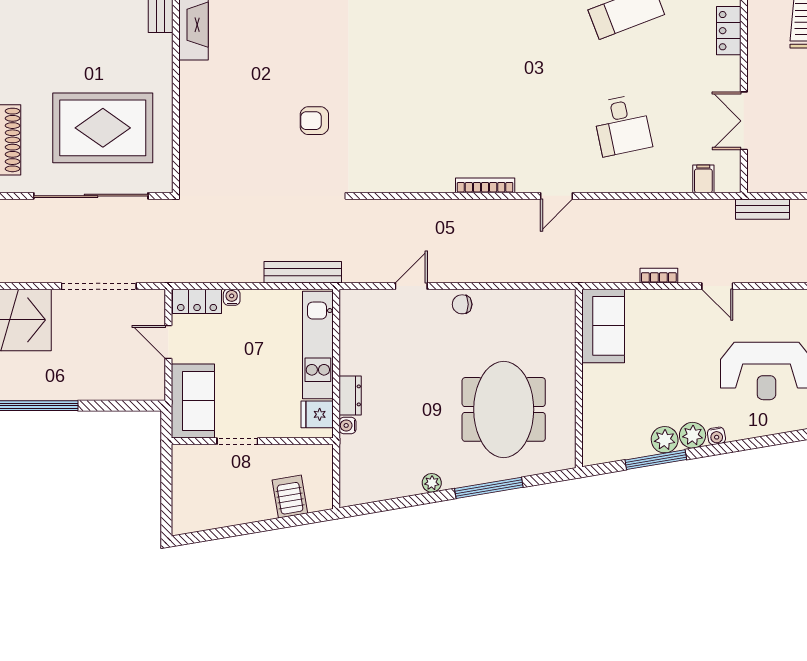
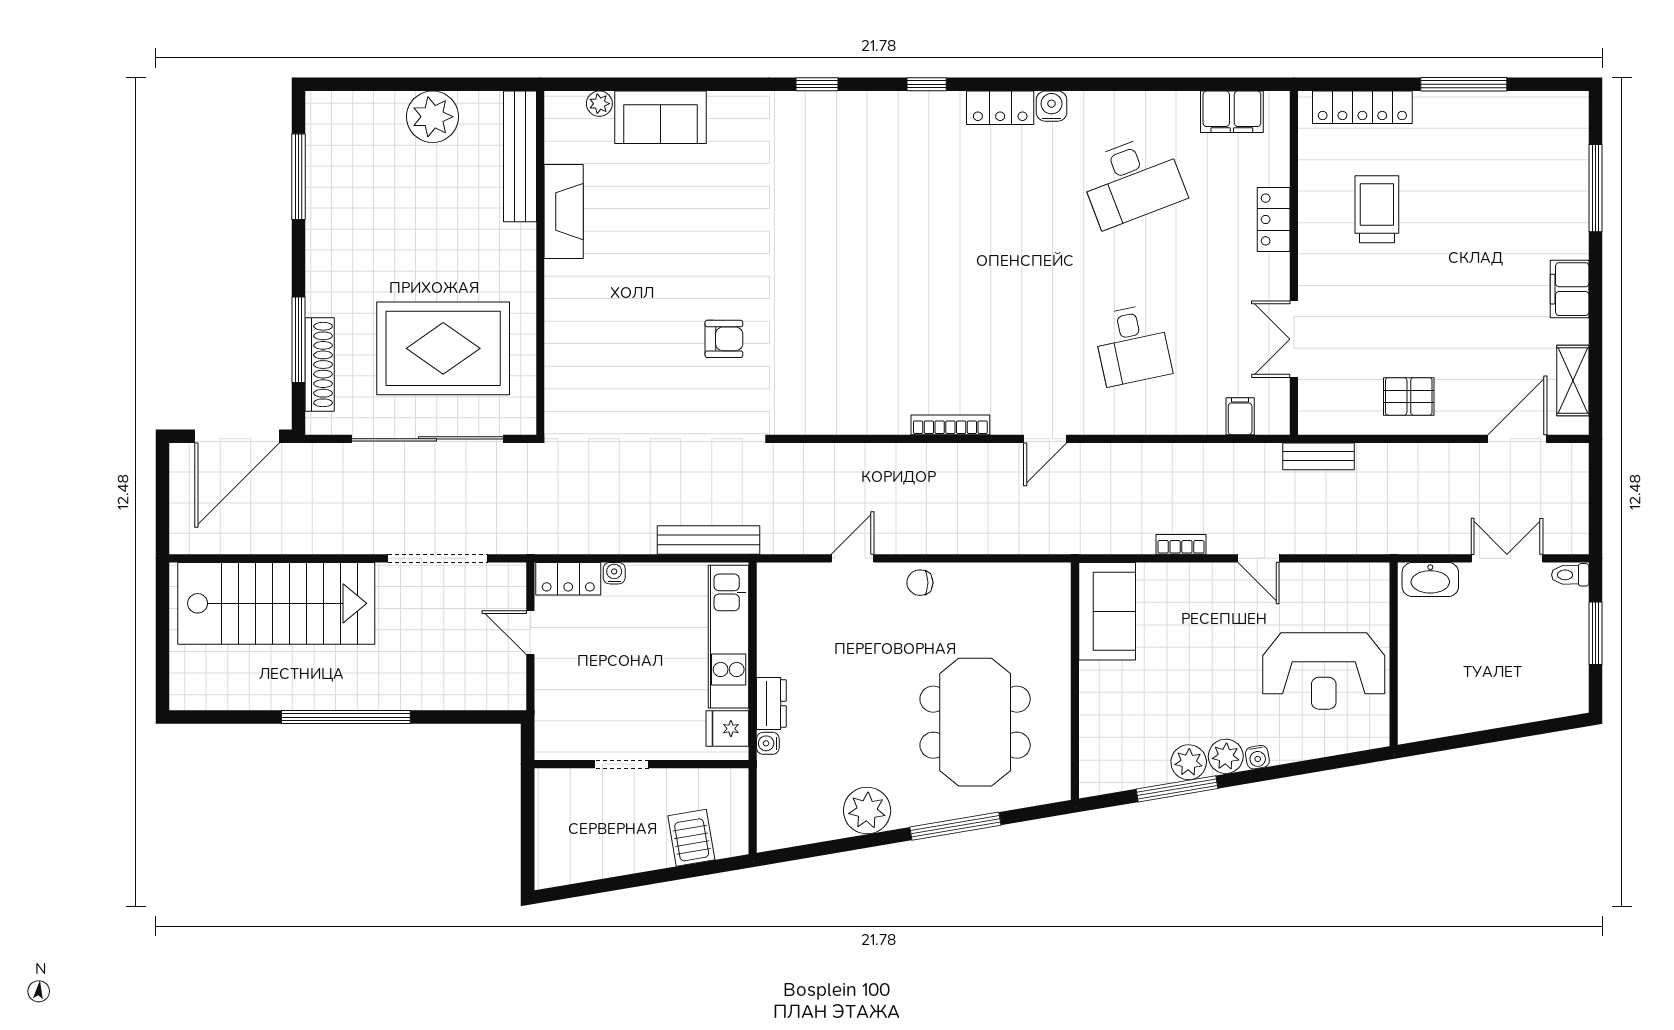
armchair: (314, 121) -> (724, 339), turned 180
sofa: (193, 401) -> (563, 711), removed
plant: (432, 483) -> (867, 811), width x1.87, depth x1.87

